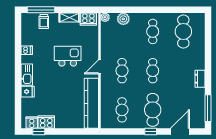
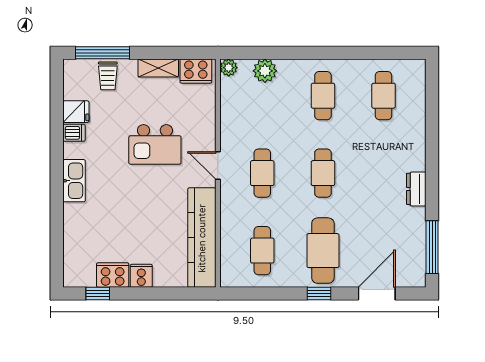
cafe table: (183, 31) -> (384, 96), width x0.73, depth x0.74
kitchen island: (68, 56) -> (155, 144), turned 180
door: (99, 67) -> (218, 166), hinge flipped
fridge: (28, 92) -> (76, 112), moved
cooker: (32, 123) -> (141, 276), moved

